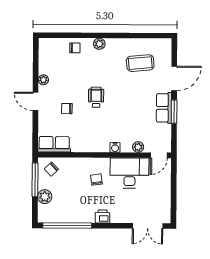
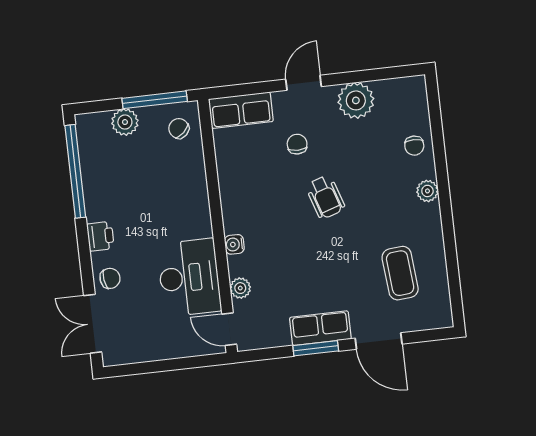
plant: (43, 80) -> (356, 100), width x1.88, depth x1.88
wheelchair: (96, 97) -> (325, 197), turned 72
row of seats: (54, 144) -> (241, 110), moved, turned 90
chair: (96, 180) -> (110, 278), moved

